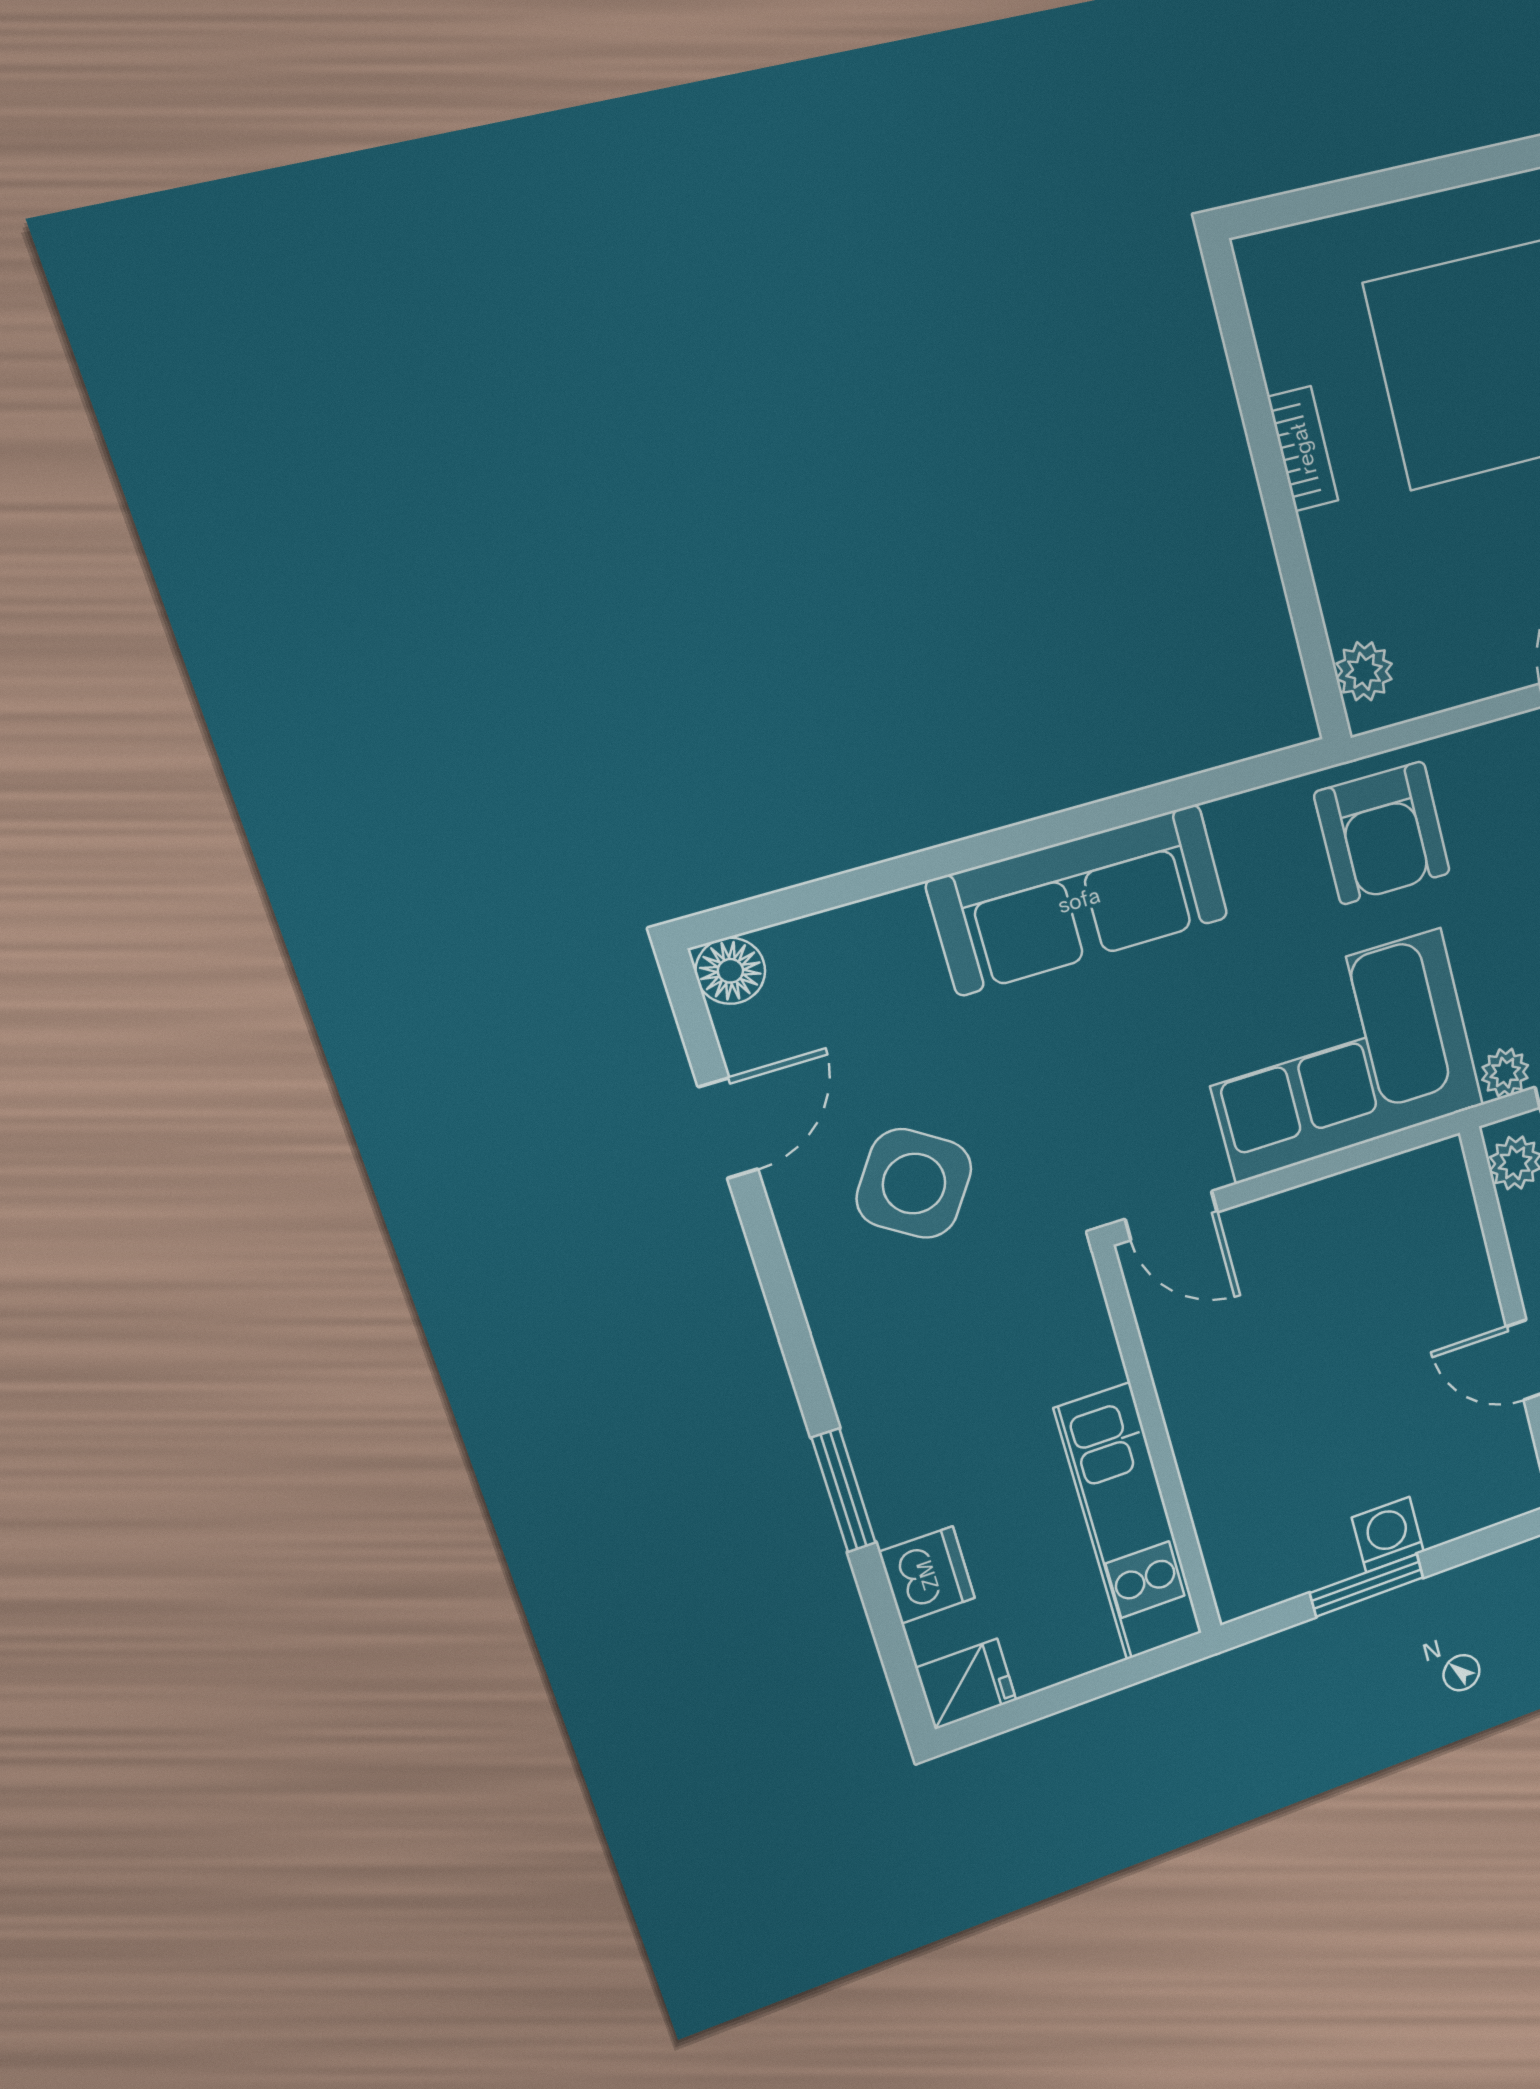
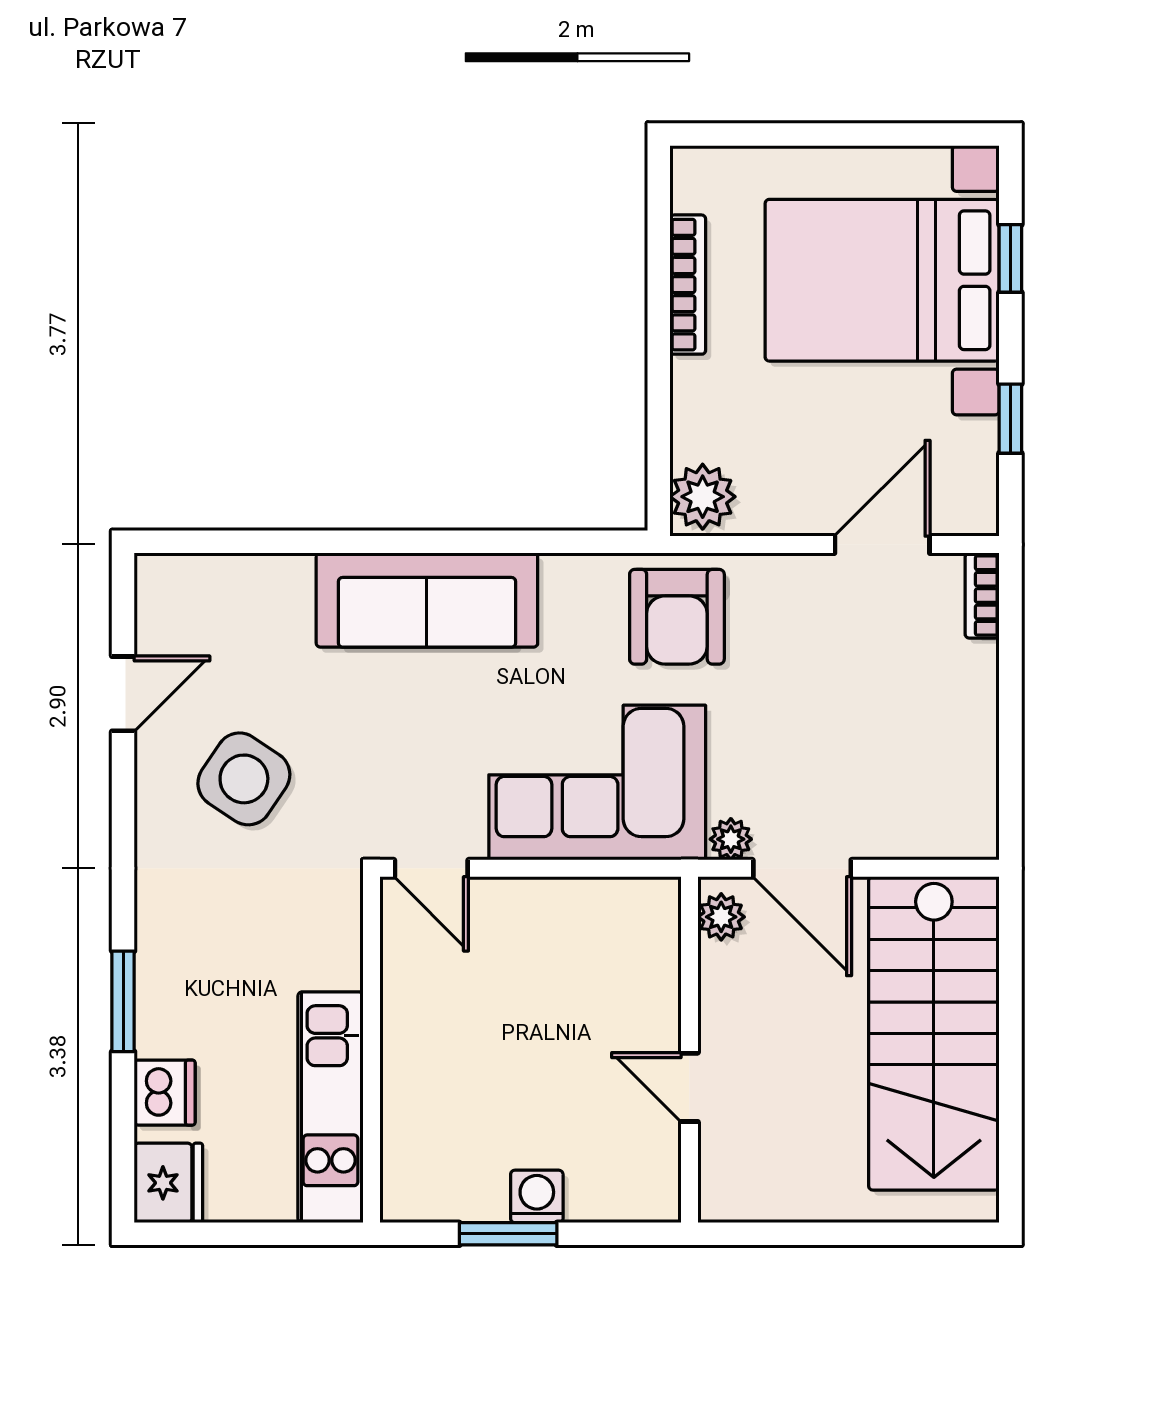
bookcase: (1303, 449) -> (688, 285), width x1.56
plant: (1364, 671) -> (703, 497), width x1.38, depth x1.38
floor lamp: (730, 971) -> (159, 578), removed
fridge: (966, 1684) -> (168, 1183), width x1.38

